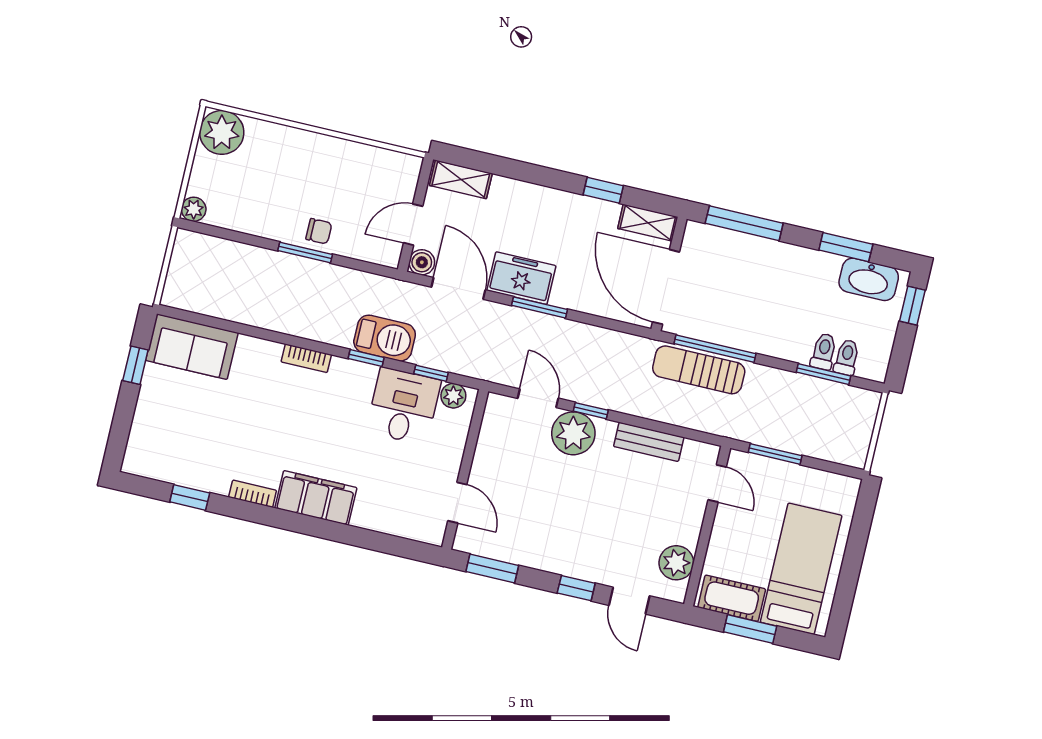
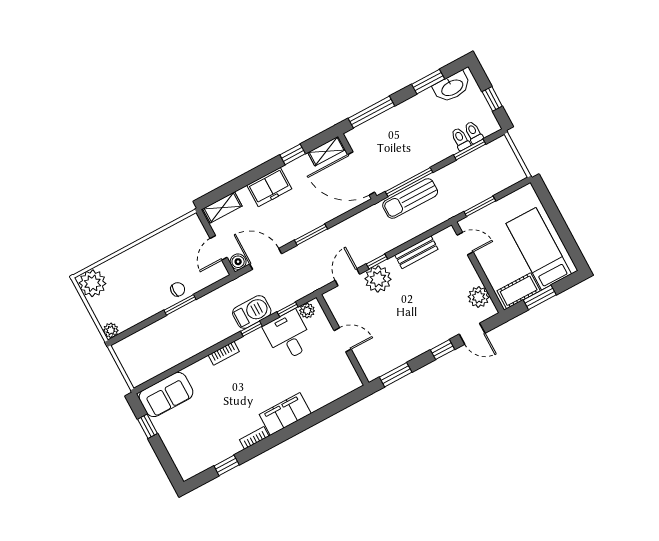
freezer: (521, 278) -> (269, 187), moved, turned 180
window: (912, 306) -> (492, 99), moved
door: (538, 398) -> (347, 277), hinge flipped
door: (457, 503) -> (343, 340), moved

